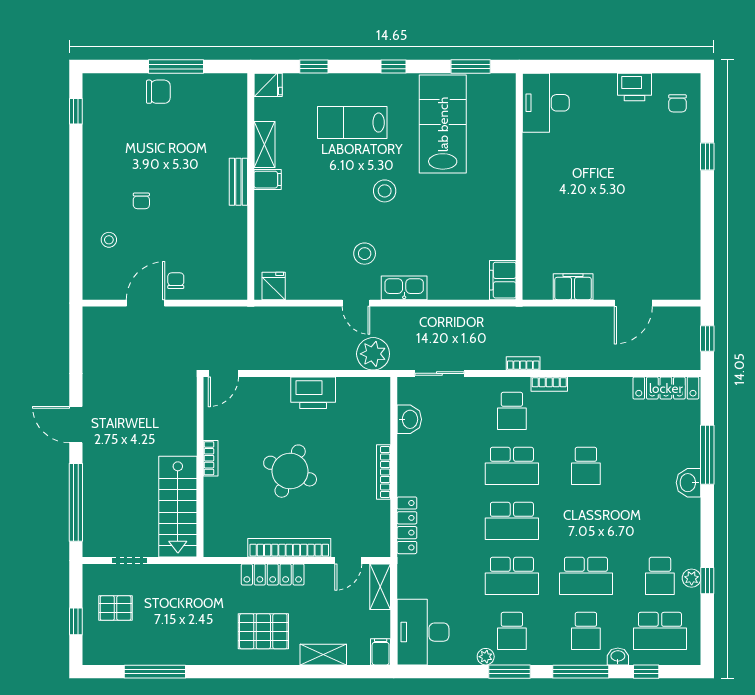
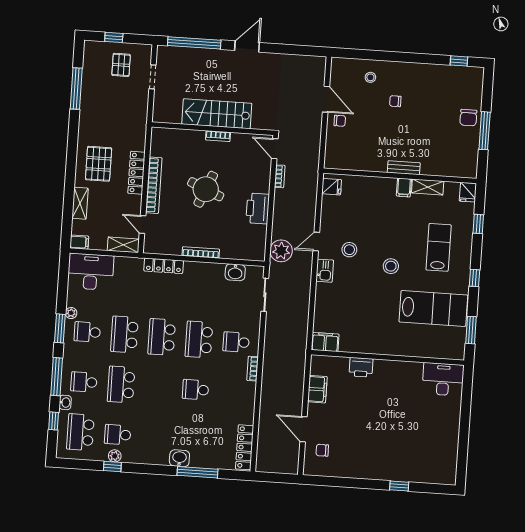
printer: (635, 87) -> (361, 367), moved, turned -90
chair: (677, 103) -> (322, 450), moved
kitchen sink: (404, 288) -> (325, 271), width x0.73
window: (707, 339) -> (276, 478), removed
bookcase: (523, 363) -> (280, 176), moved
stairs: (178, 507) -> (217, 114), moved

